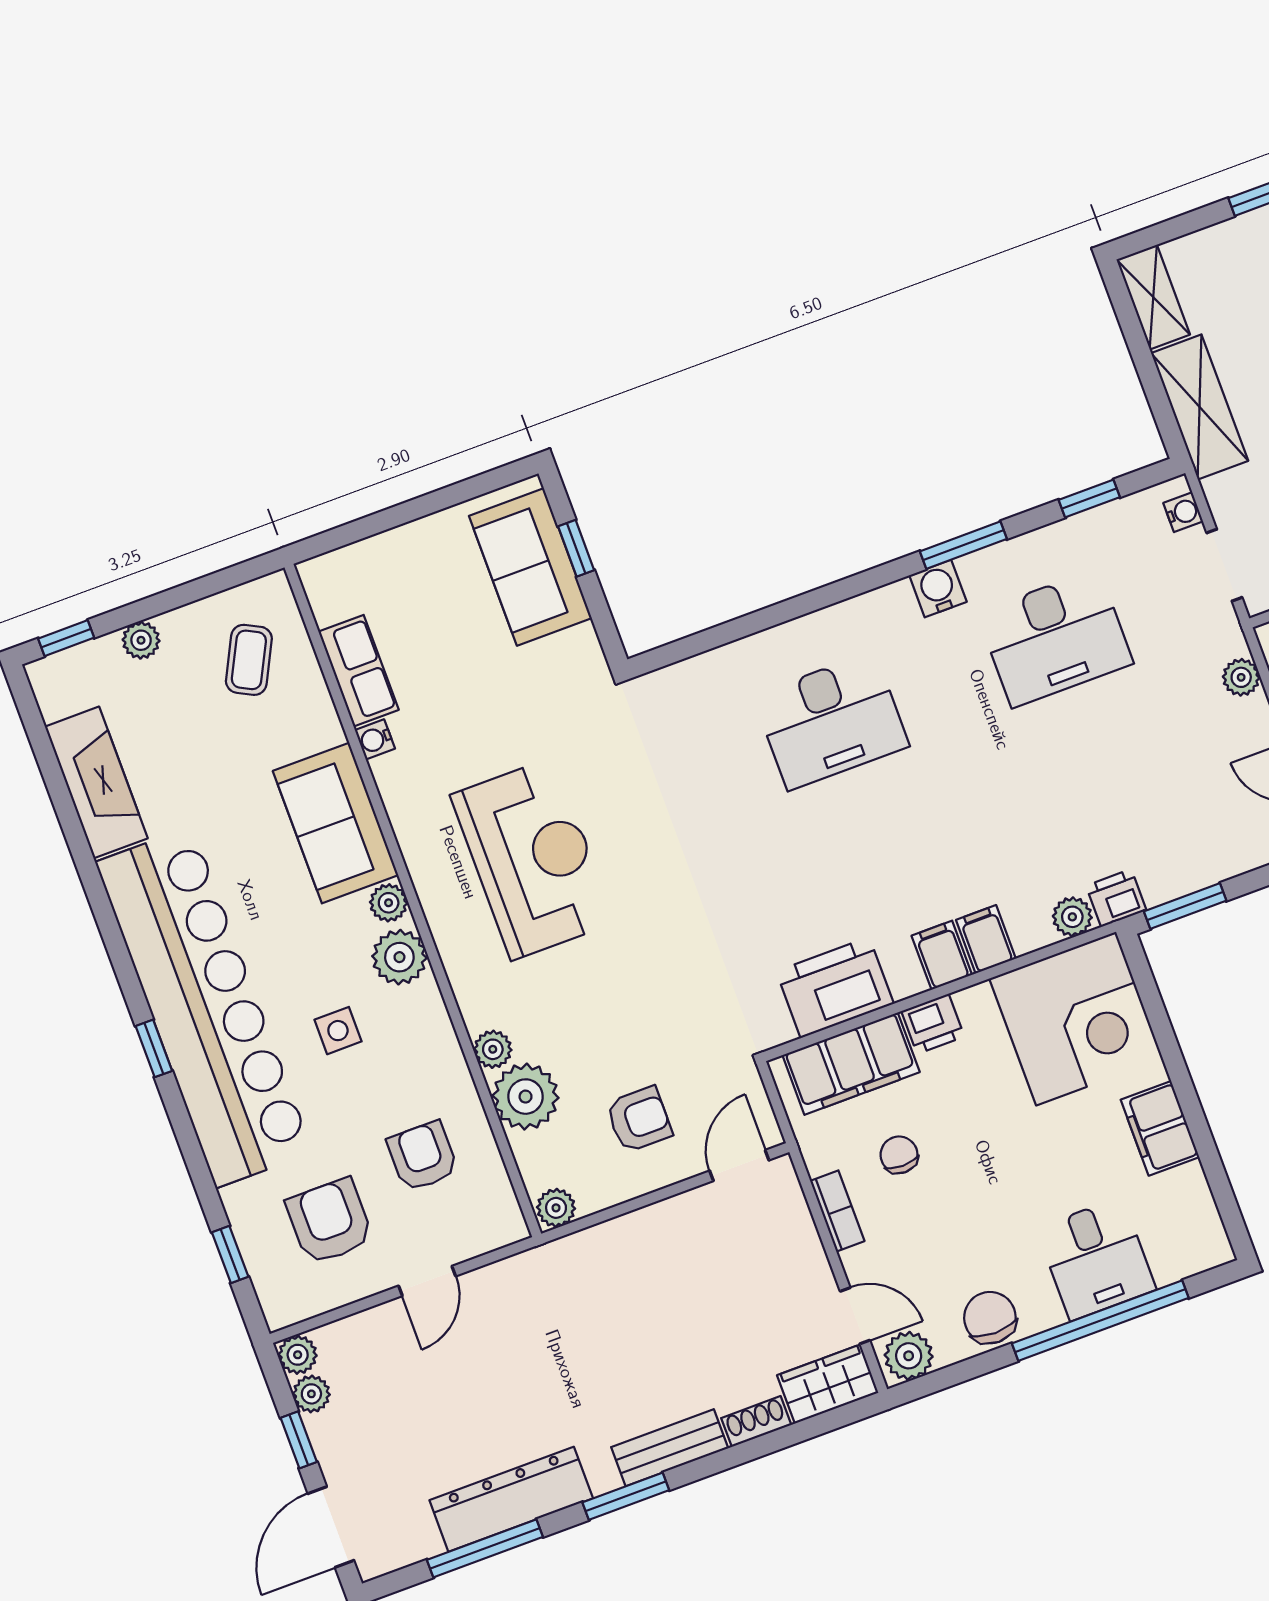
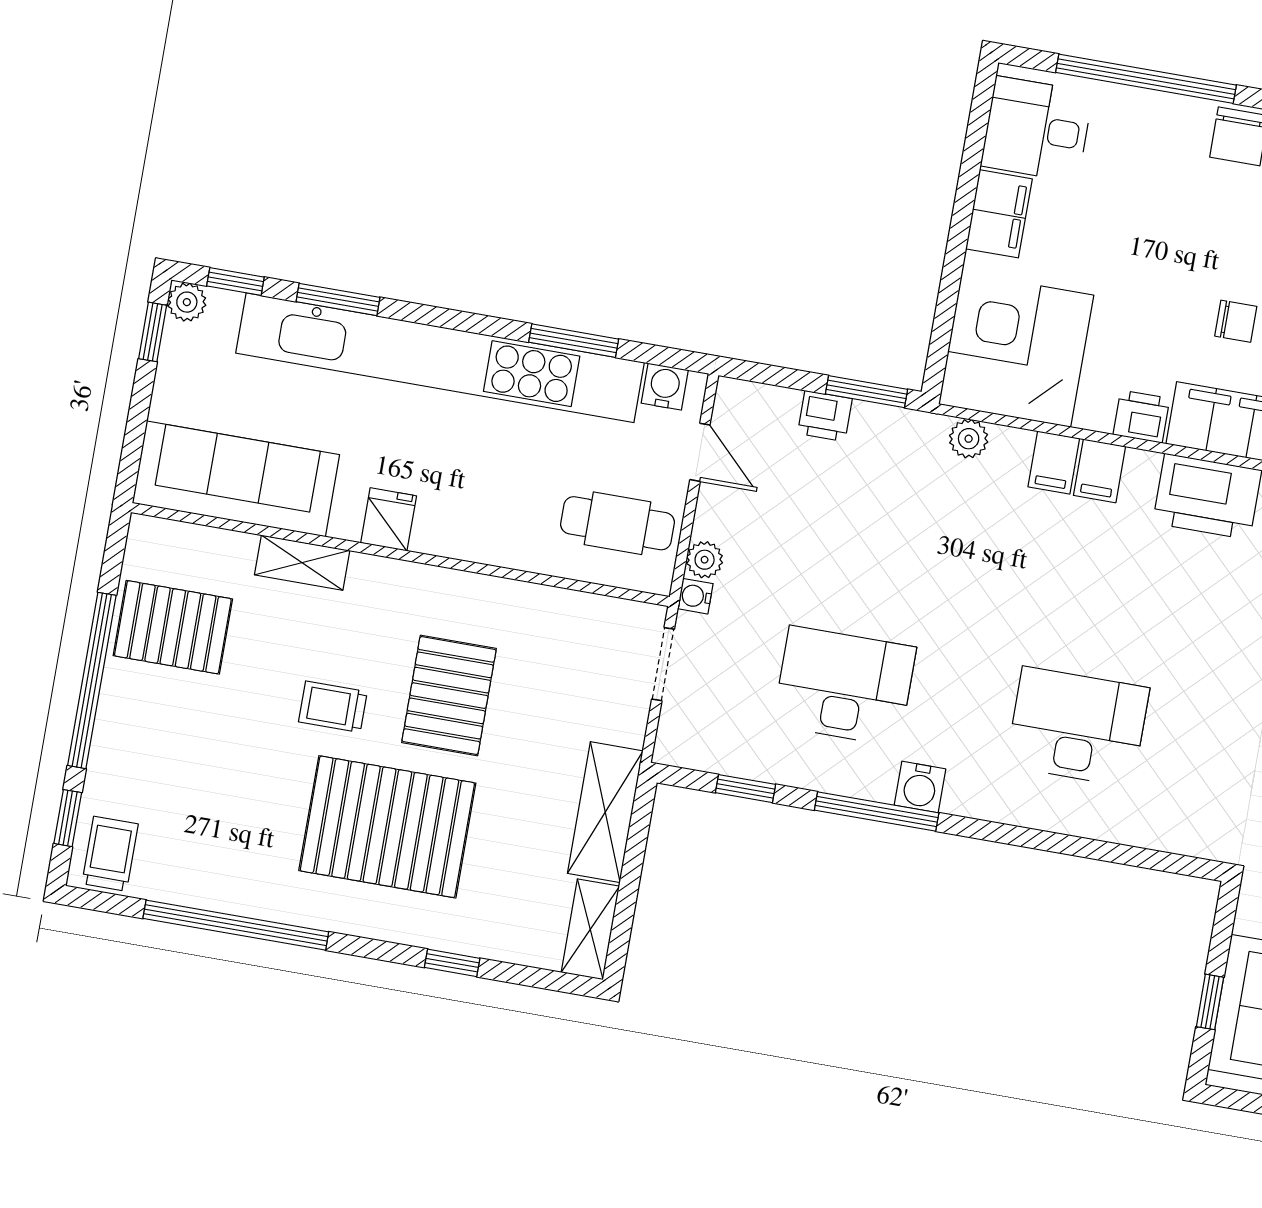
water cooler: (1183, 512) -> (695, 596), moved
window: (963, 545) -> (877, 811), width x1.44
printer: (1116, 898) -> (825, 416), moved
chair: (899, 1155) -> (1236, 321), turned -90
desk: (1096, 1259) -> (1037, 129), moved, turned -90

